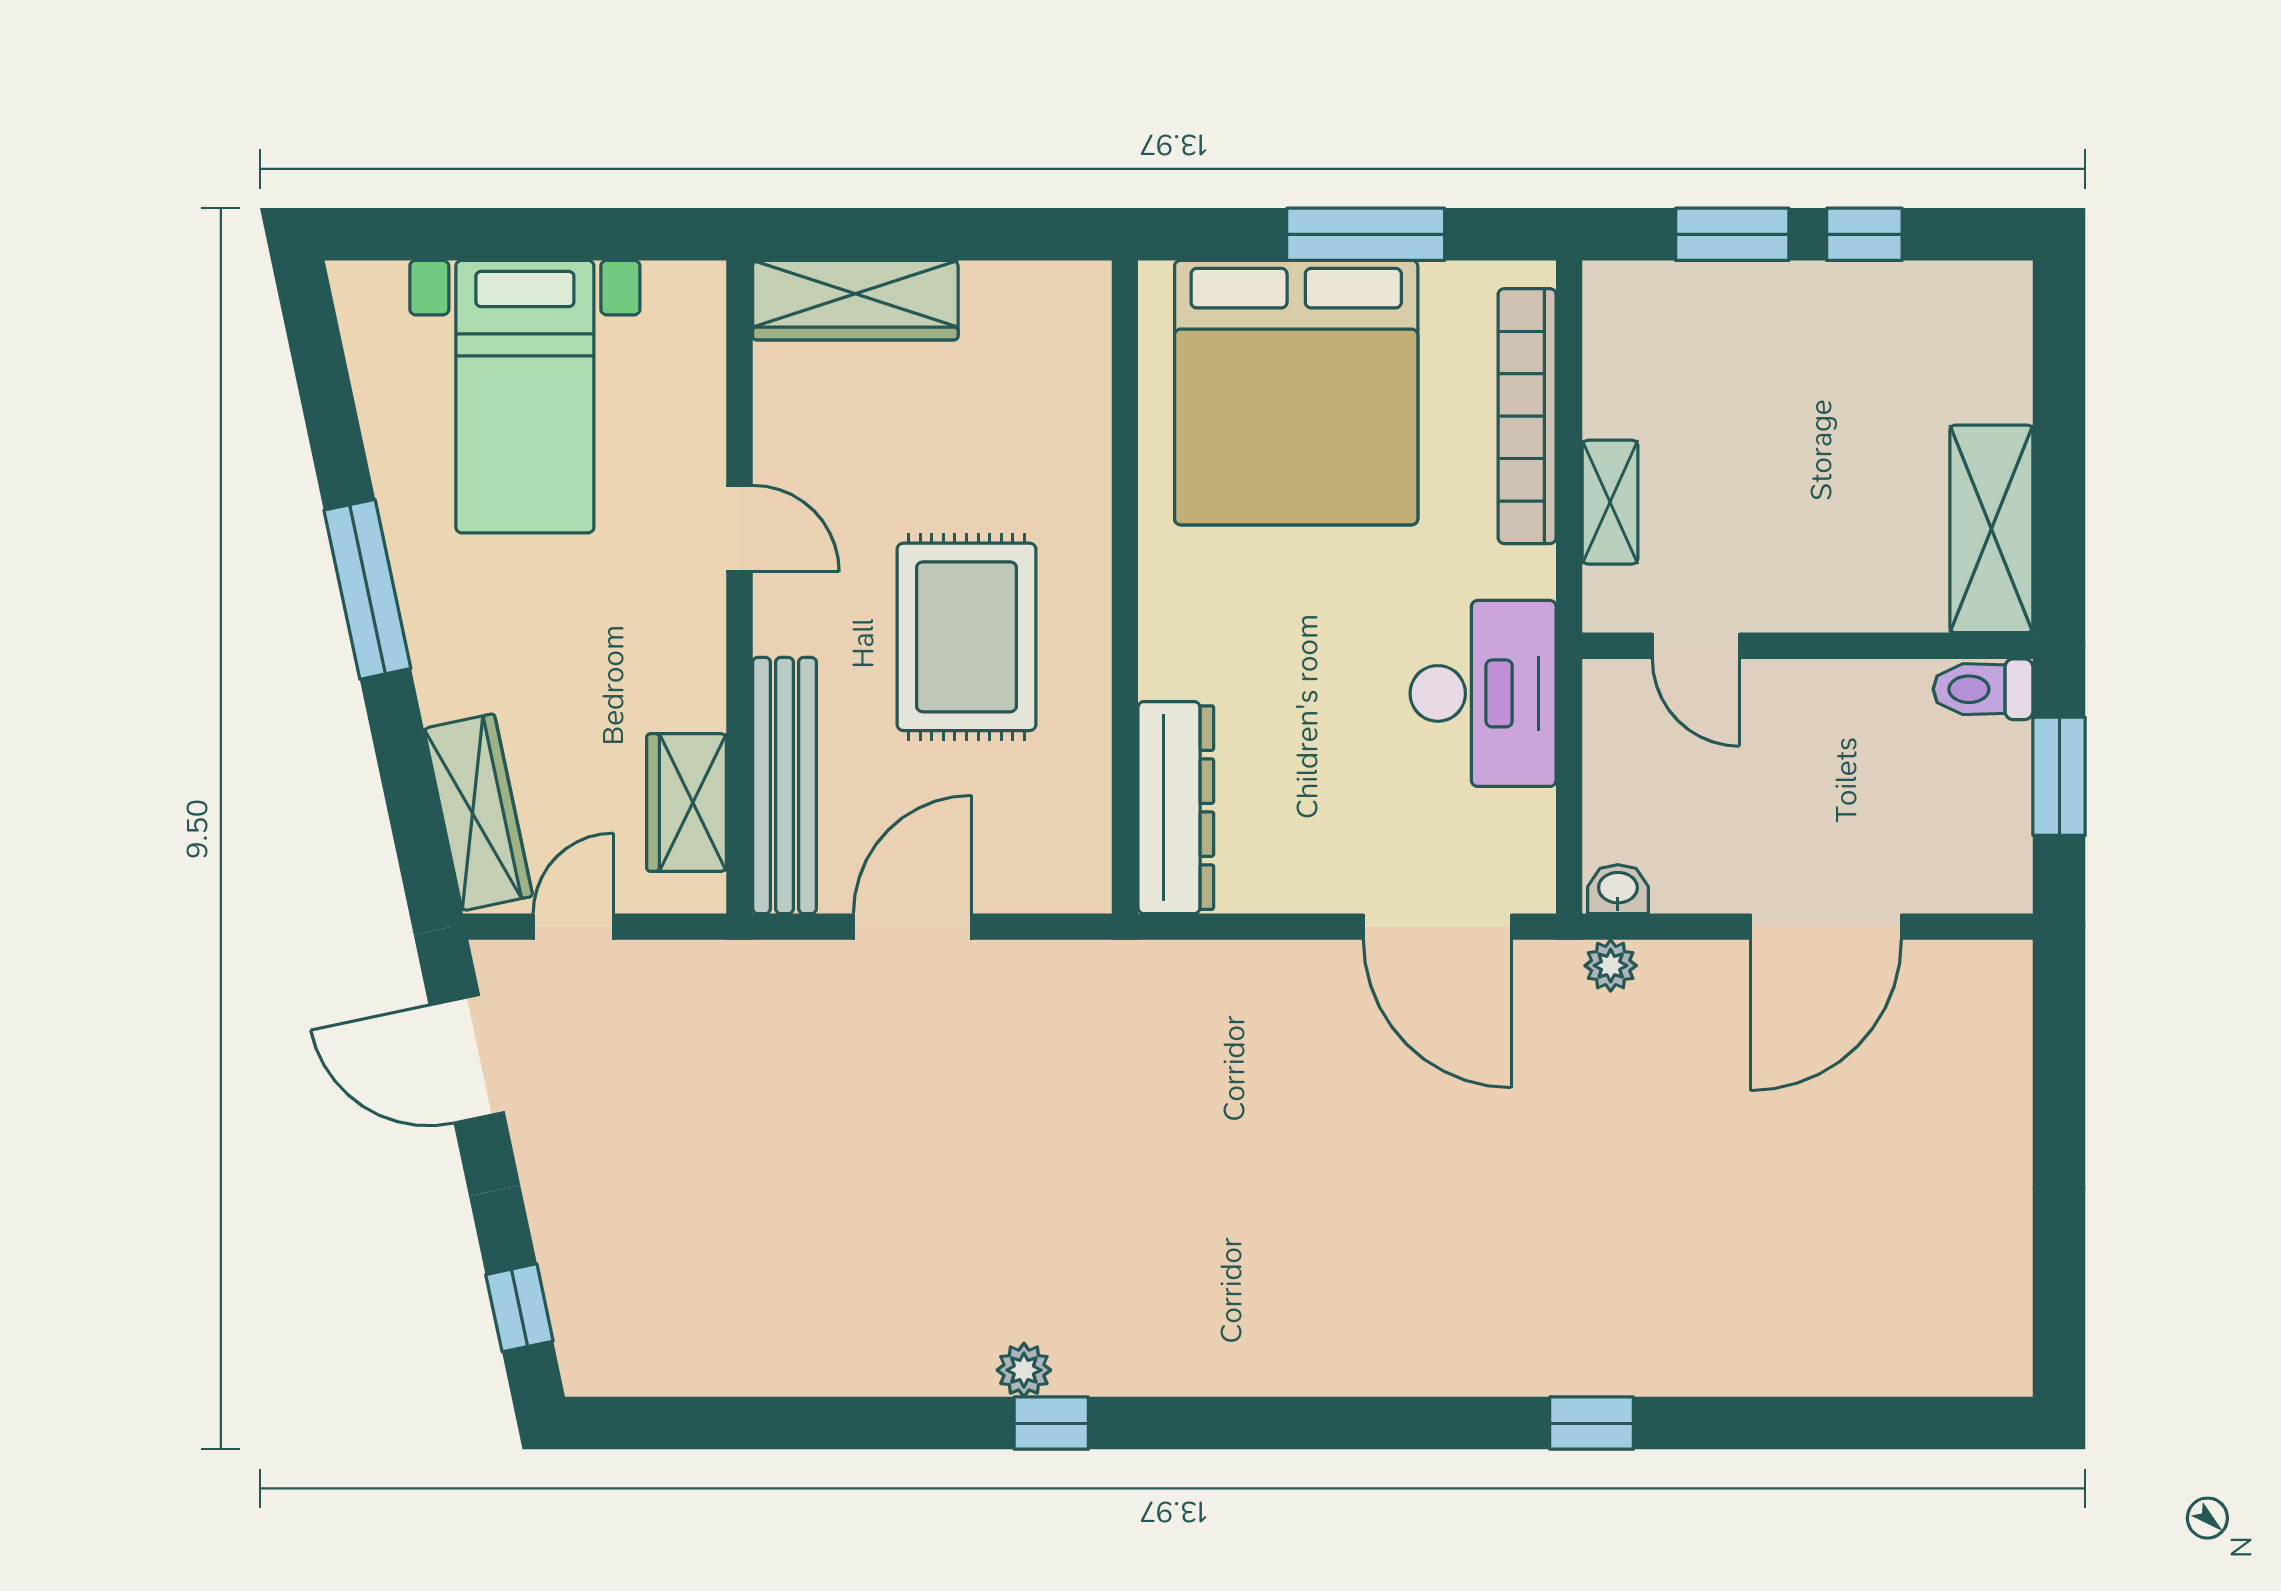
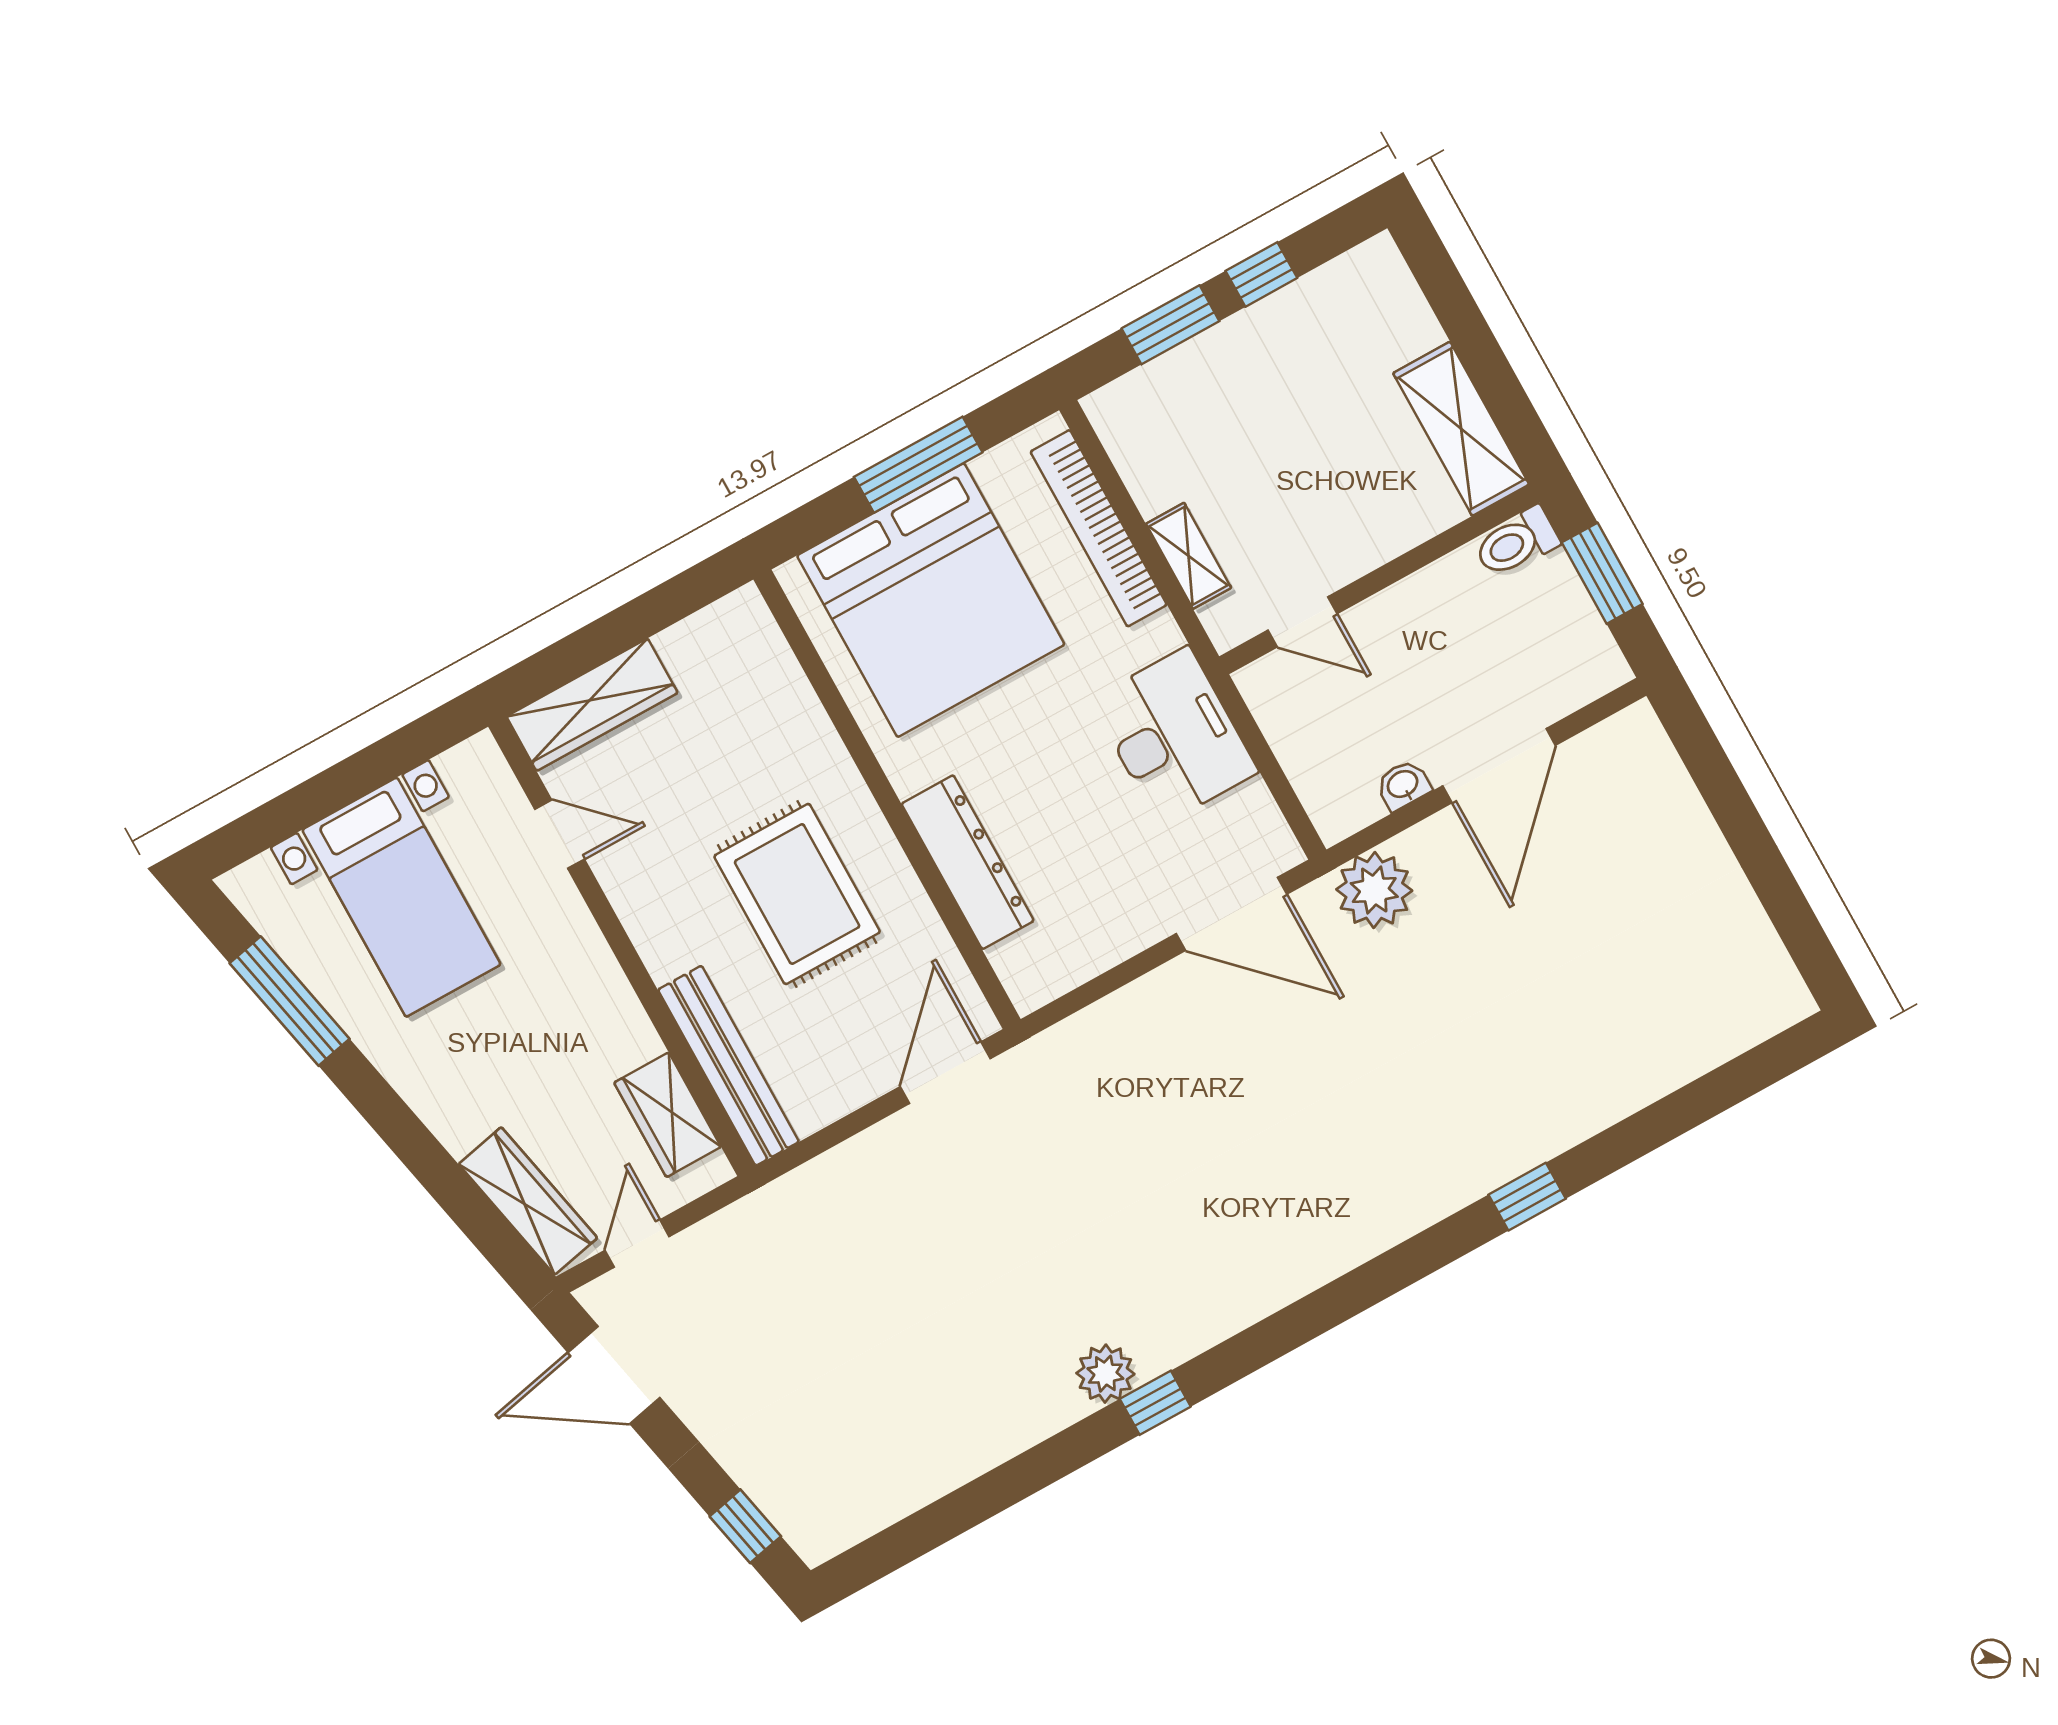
door: (740, 529) -> (560, 834), moved
window: (367, 589) -> (290, 1001), moved
dresser: (1176, 808) -> (968, 862), moved
washbasin: (1618, 889) -> (1403, 785), moved
door: (913, 927) -> (945, 1073), moved
plant: (1611, 966) -> (1374, 890), width x1.88, depth x1.88
plant: (1024, 1370) -> (1105, 1374), width x1.38, depth x1.38

